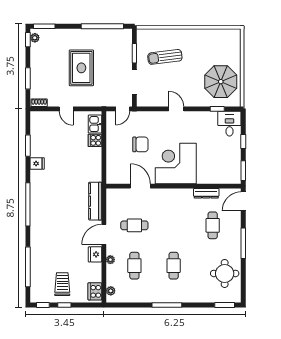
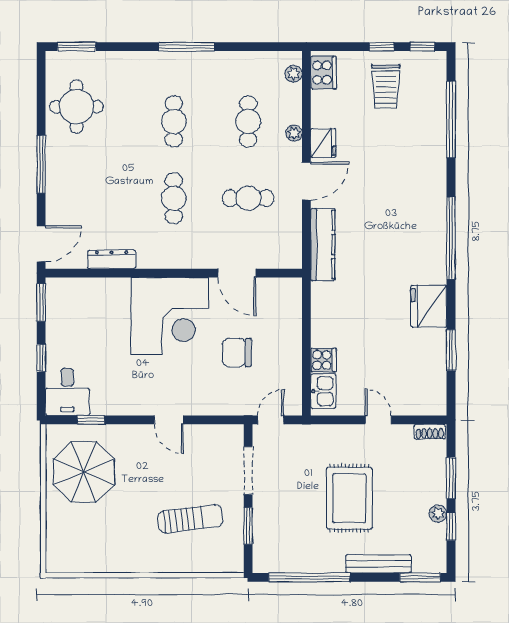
bench: (66, 33) -> (378, 564), added
plant: (35, 38) -> (438, 514), moved
window: (28, 40) -> (451, 526), moved
fridge: (37, 163) -> (429, 306), width x1.88, depth x1.34
cafe table: (213, 225) -> (174, 198), moved

